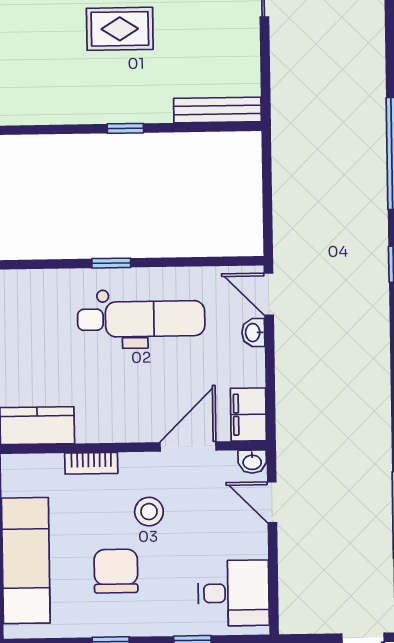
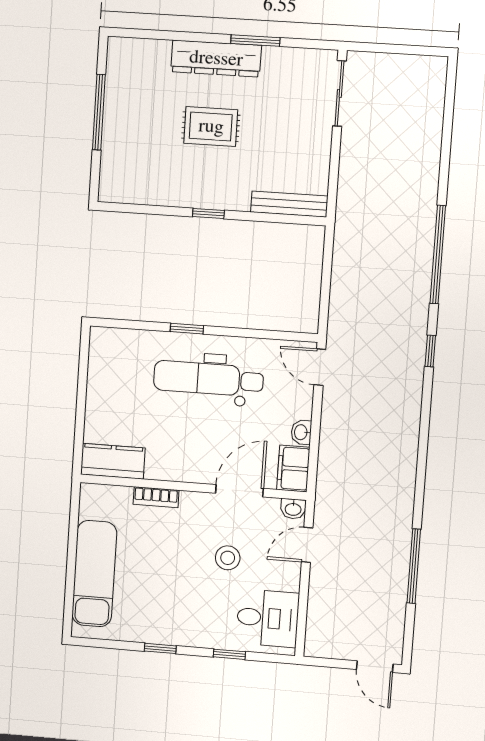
dental chair: (141, 319) -> (208, 379), turned 180
washbasin: (253, 333) -> (301, 432), moved
door: (272, 502) -> (307, 545), hinge flipped
stool: (149, 512) -> (228, 558), moved
chair: (116, 571) -> (169, 590), removed

